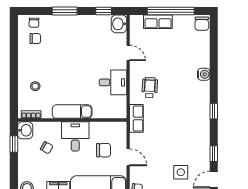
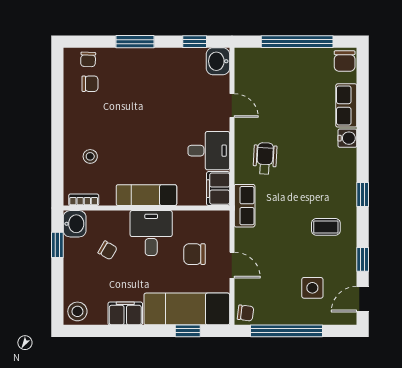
row of seats: (158, 22) -> (346, 105), moved, turned 90
filing cabinet: (119, 107) -> (218, 189), added
coffee table: (190, 132) -> (326, 227), added
chair: (104, 150) -> (195, 254), turned 180

